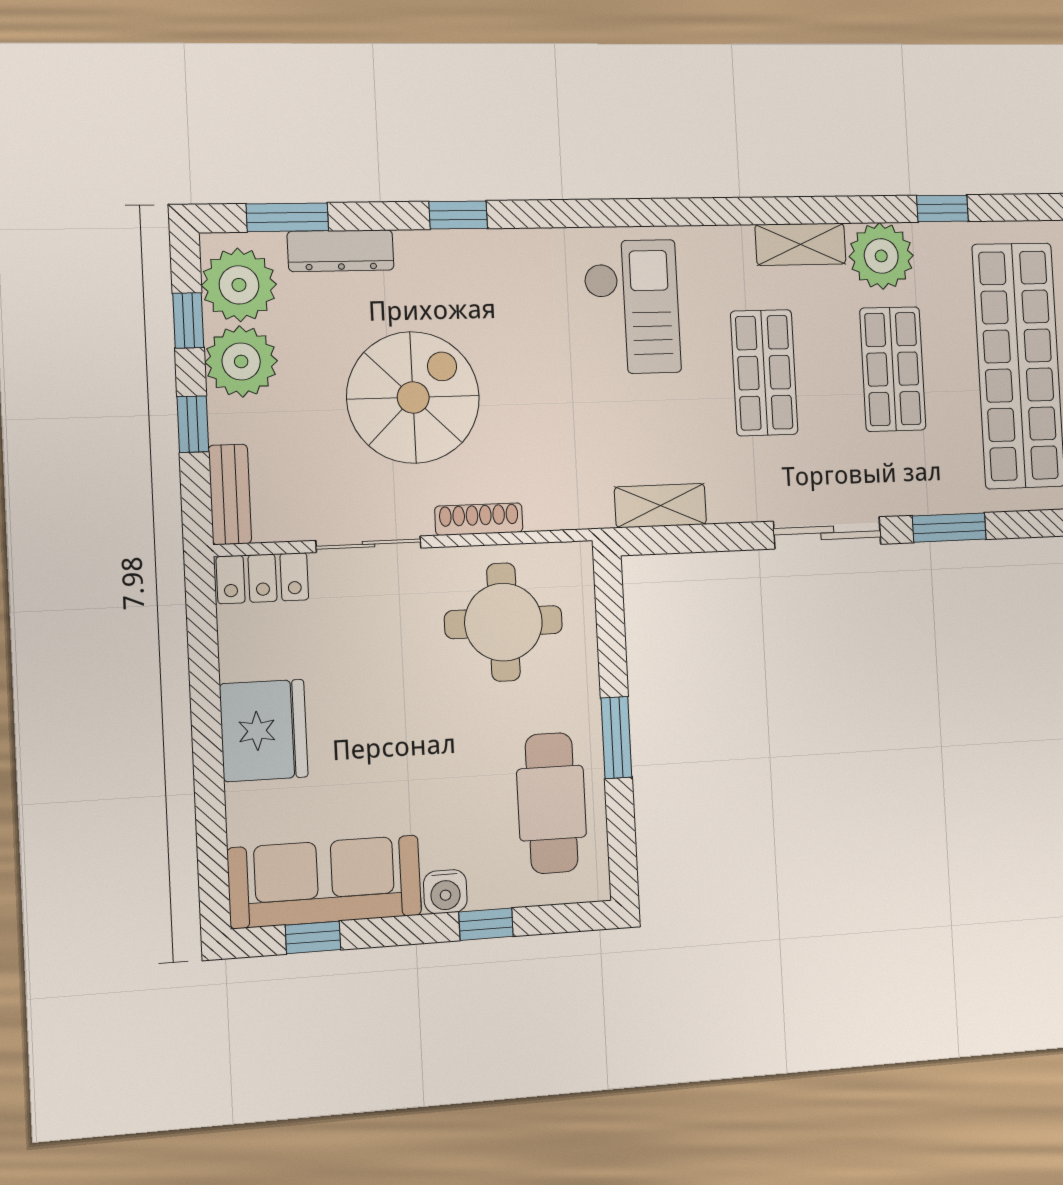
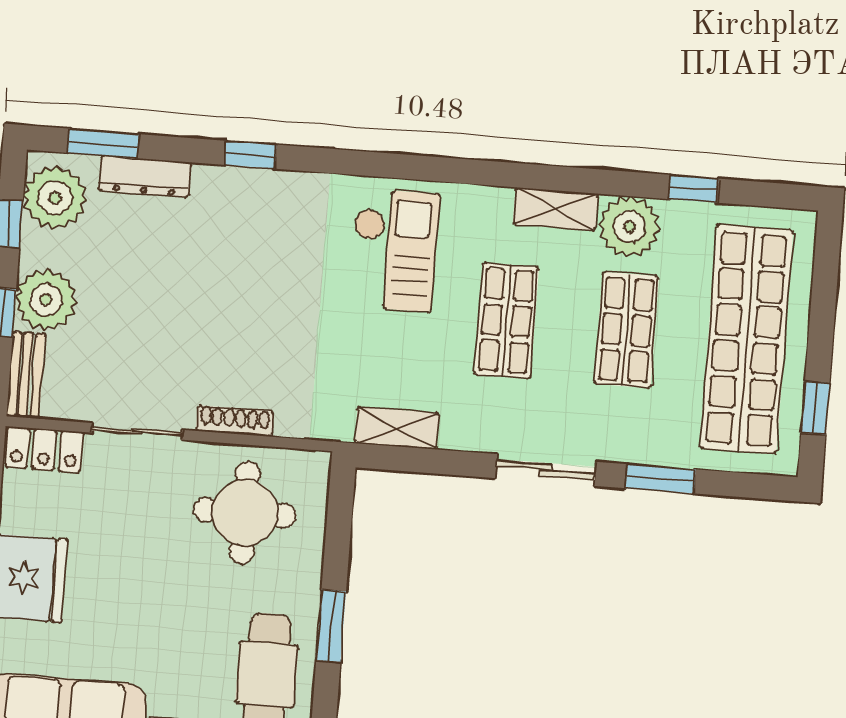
plant: (241, 362) -> (46, 300), moved
spiral stairs: (413, 397) -> (191, 309), removed

